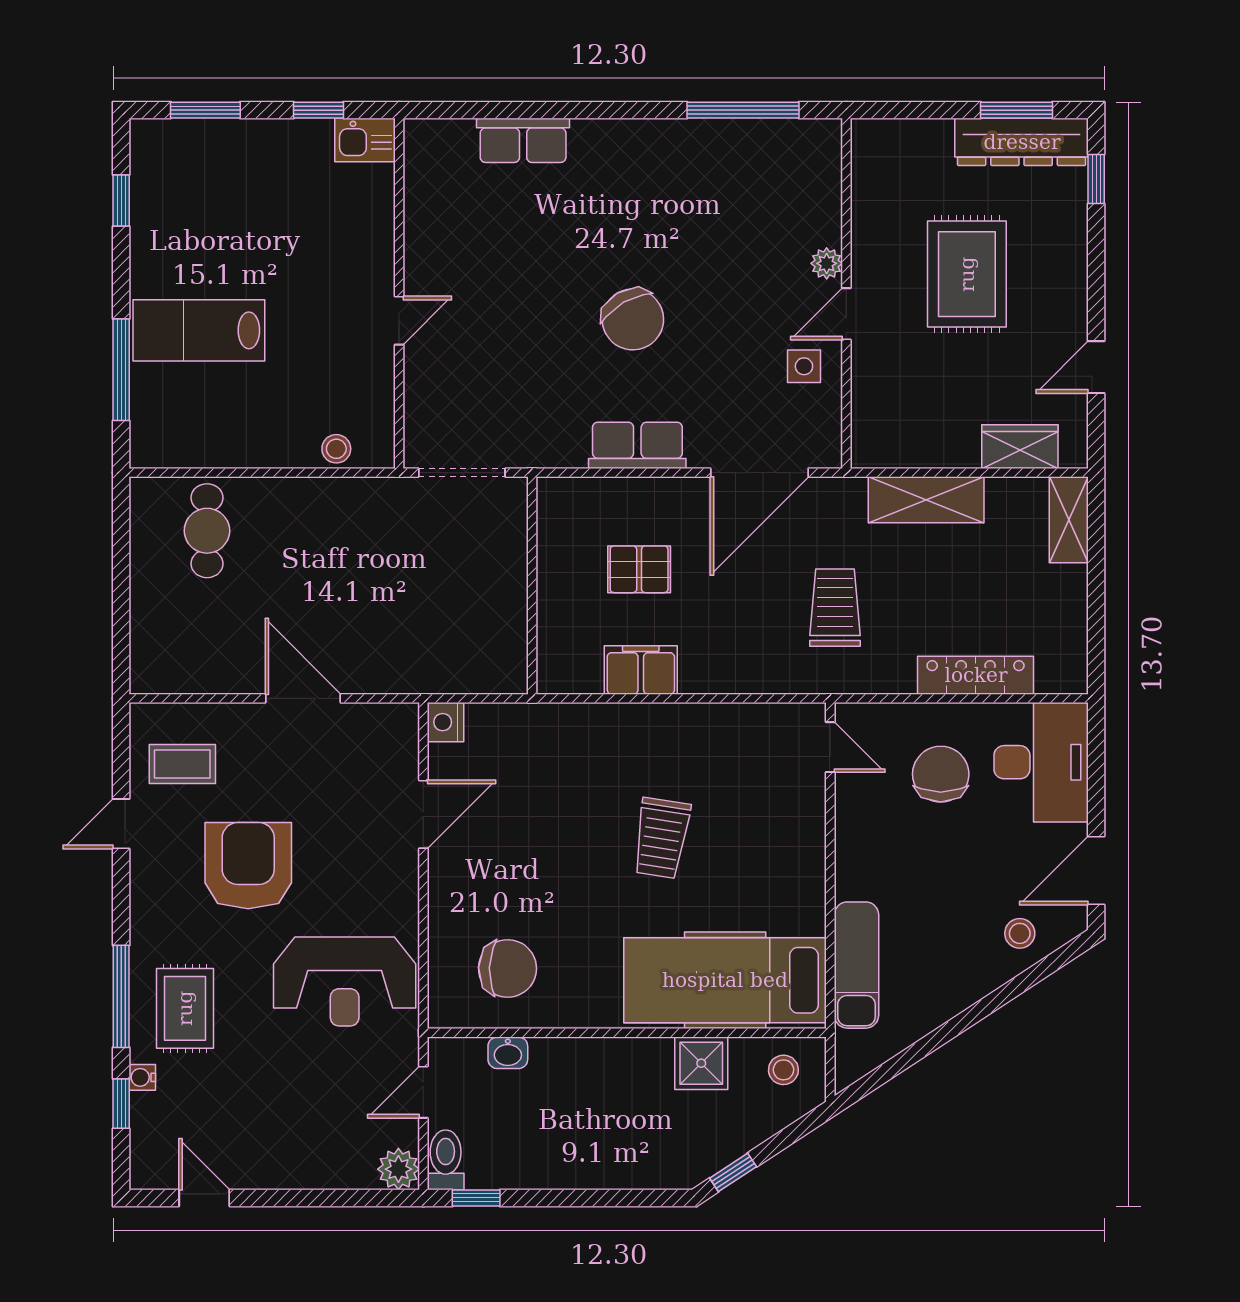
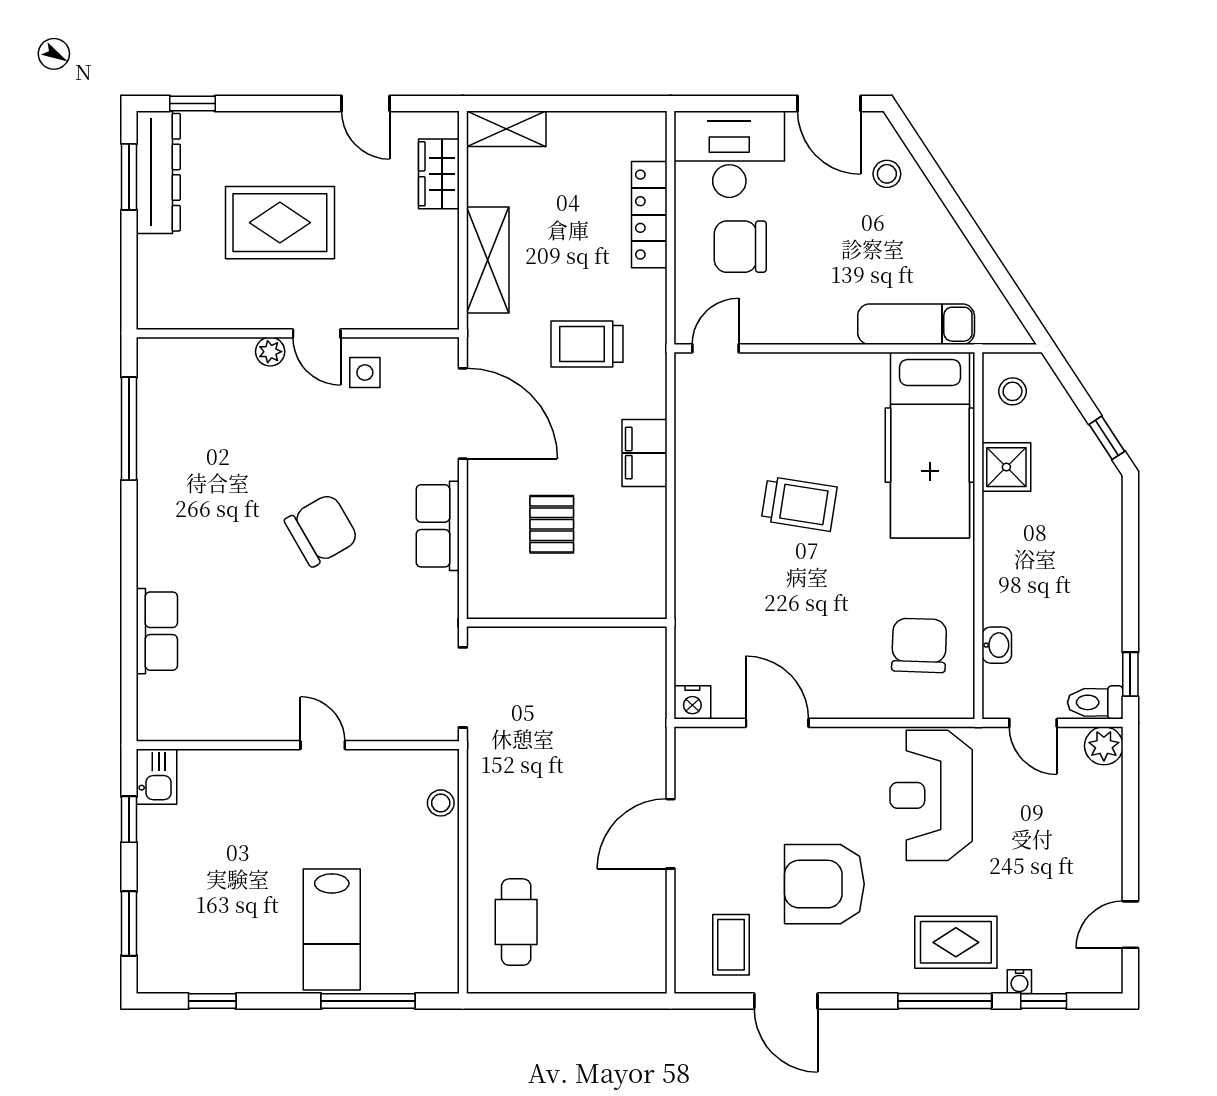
cafe table: (207, 531) -> (516, 922), turned 90
filing cabinet: (641, 670) -> (644, 453), moved
door: (121, 824) -> (786, 1001), width x1.38
reception desk: (345, 981) -> (931, 795), turned 180

